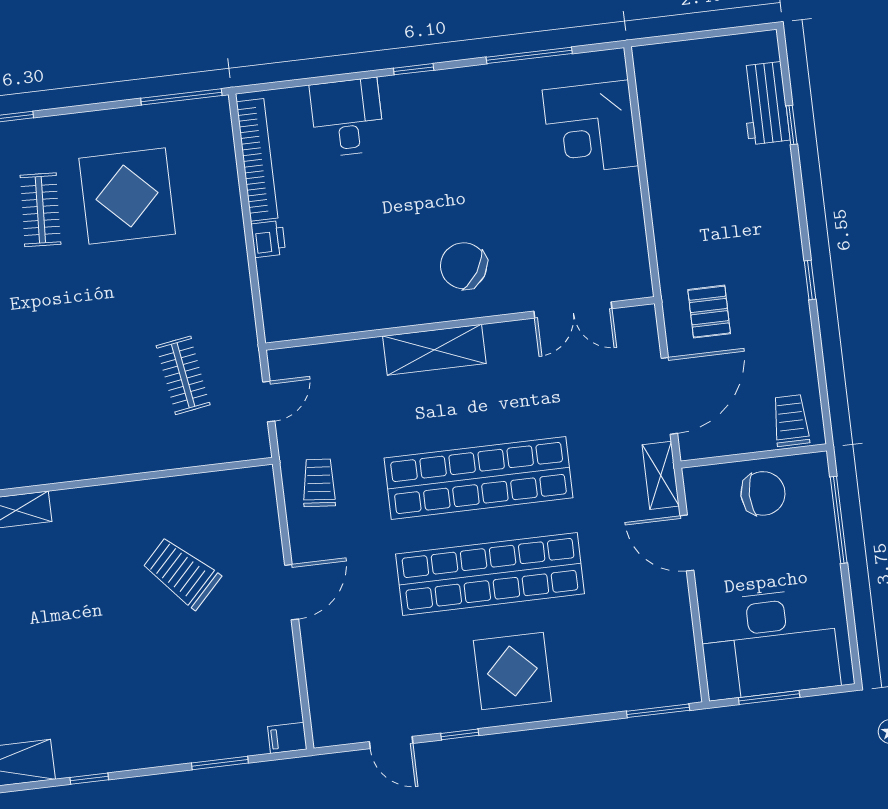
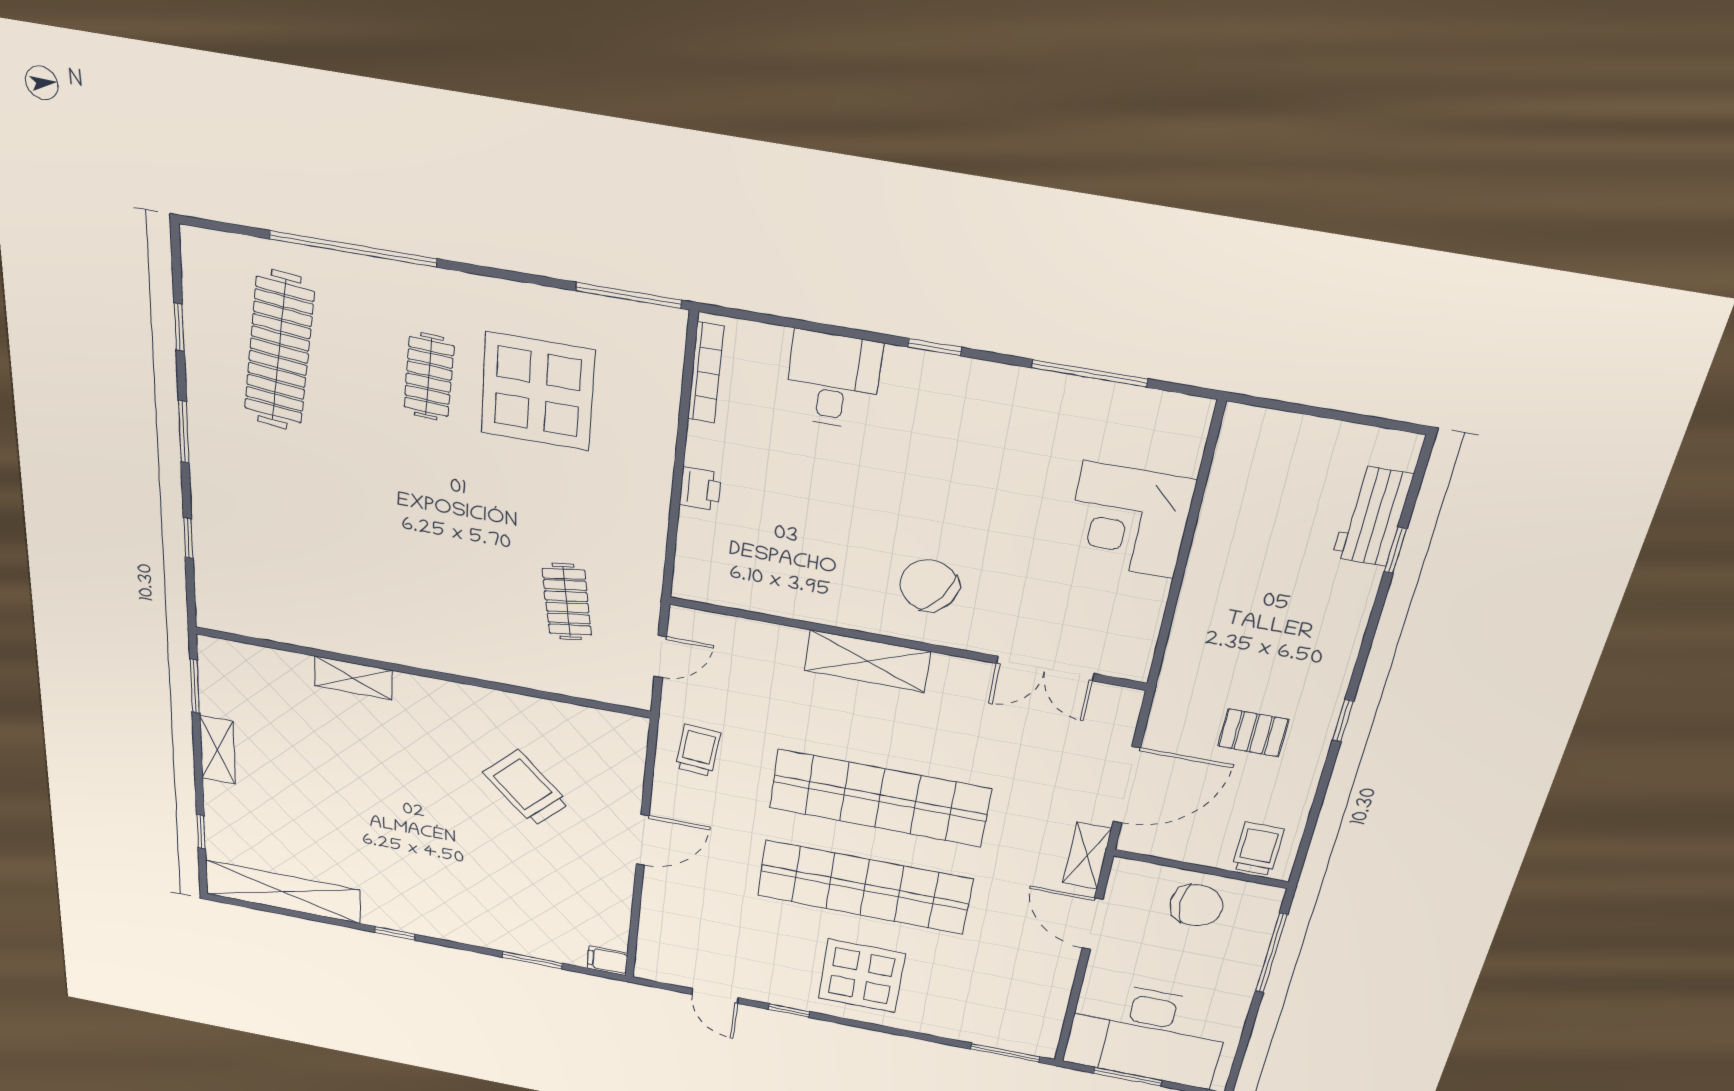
corner desk: (590, 128) -> (1129, 520), moved
bookcase: (257, 160) -> (706, 373), width x0.68, depth x0.76
pallet: (709, 312) -> (1253, 733), moved, turned 90

